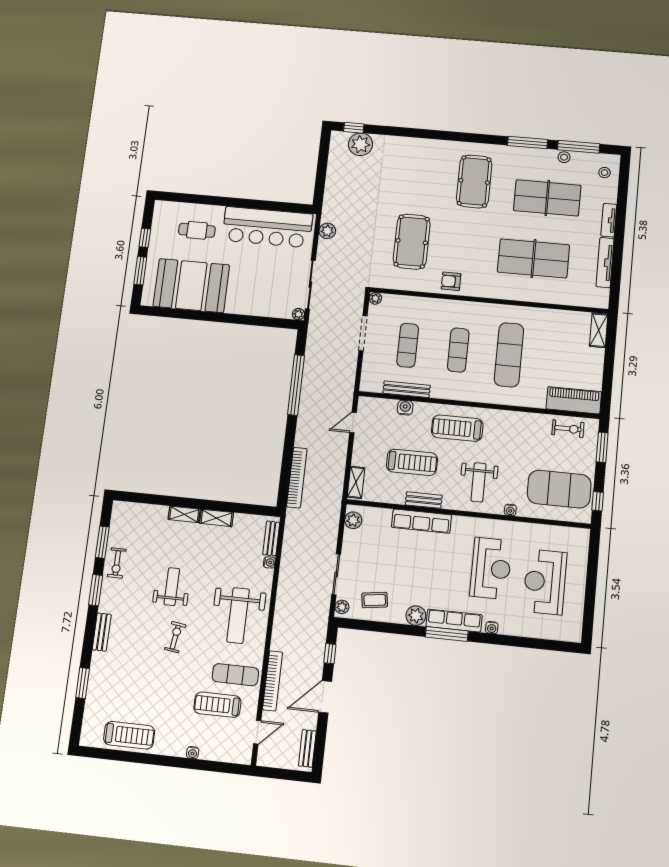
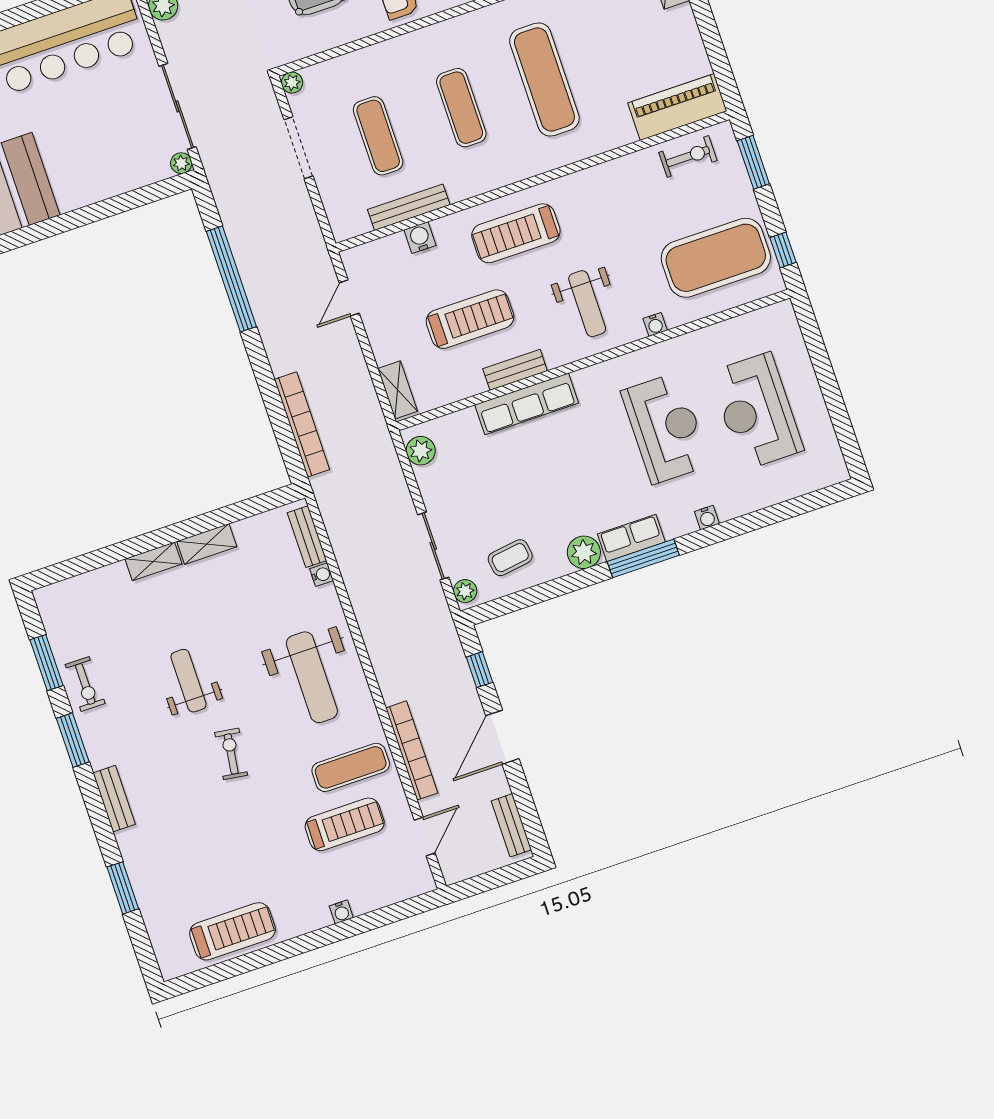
row of seats: (454, 621) -> (631, 538), width x0.68
treadmill: (217, 705) -> (345, 824), turned 180

